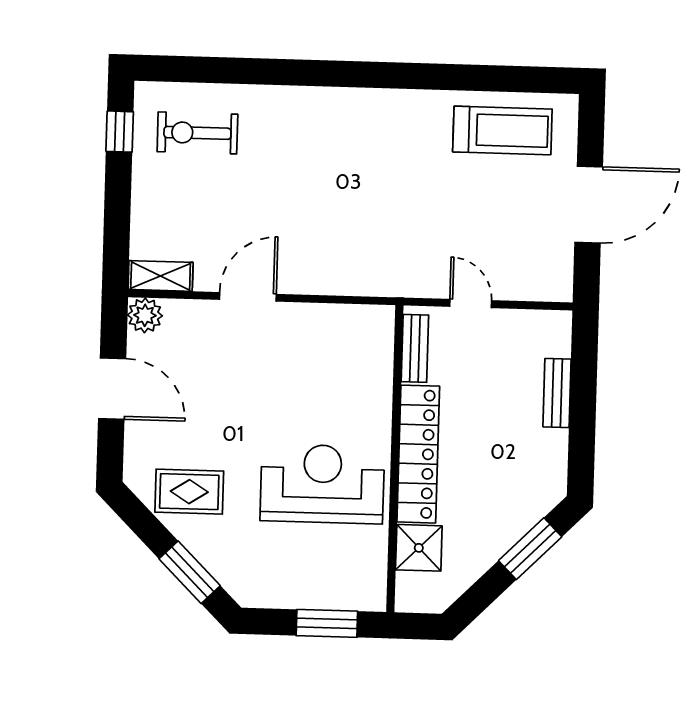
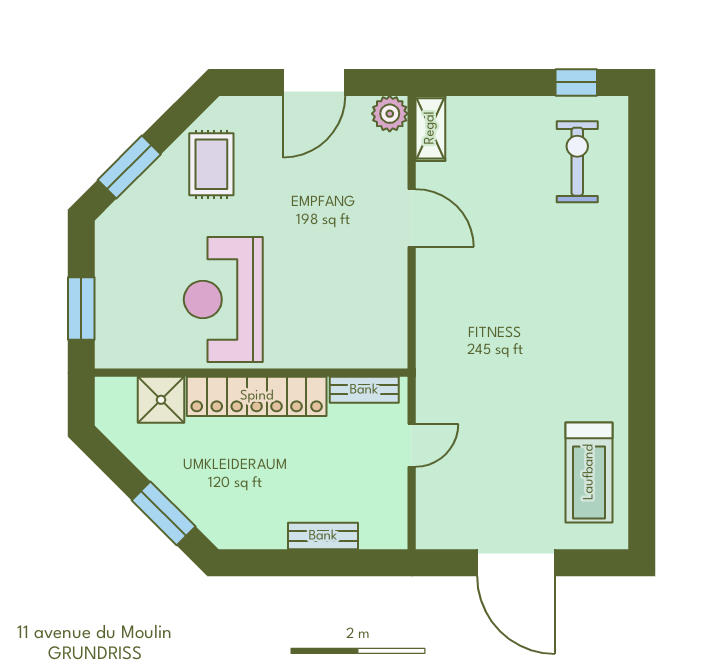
reception desk: (322, 484) -> (223, 300), turned 180

